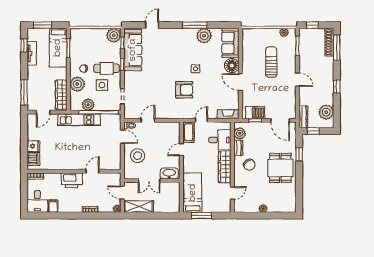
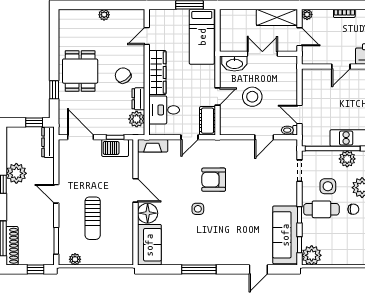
plant: (204, 36) -> (186, 255), removed
plant: (326, 112) -> (16, 173), moved
stool: (138, 156) -> (252, 97), moved

